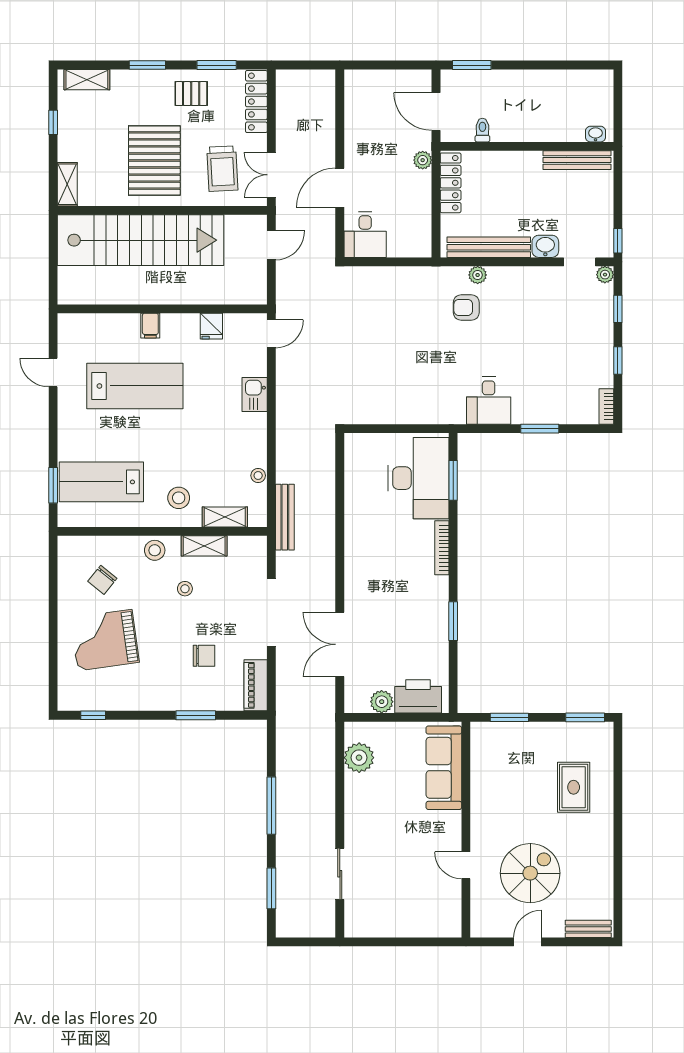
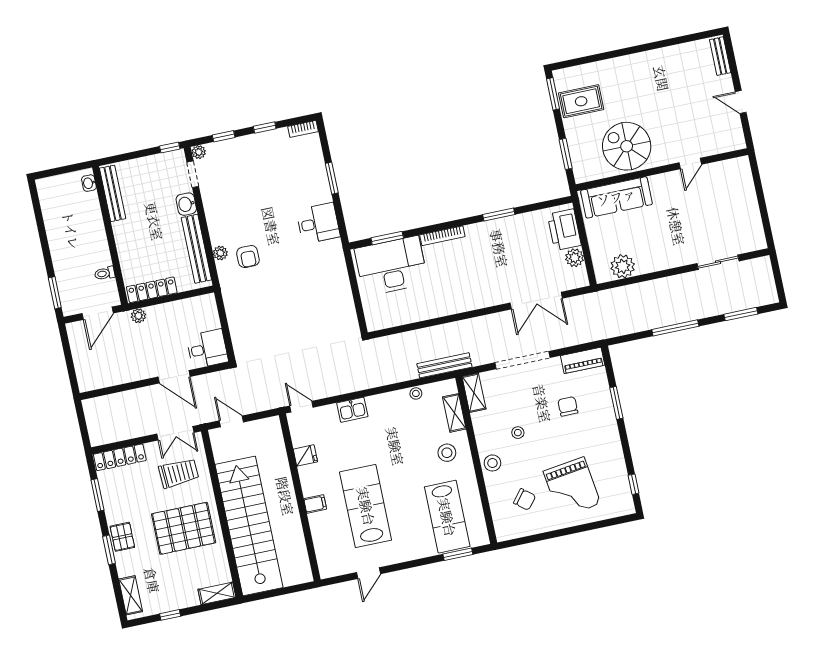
pallet: (191, 94) -> (122, 537), moved
shelving: (204, 546) -> (474, 393), moved
rug: (574, 787) -> (581, 101), moved
spiral stairs: (530, 873) -> (627, 146), moved

